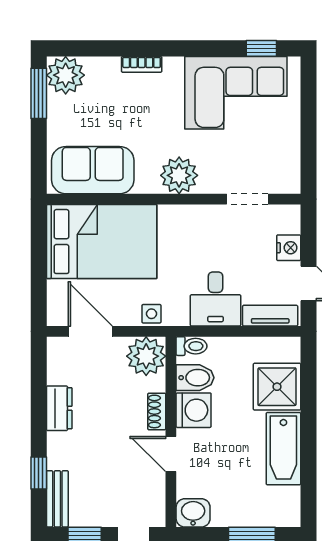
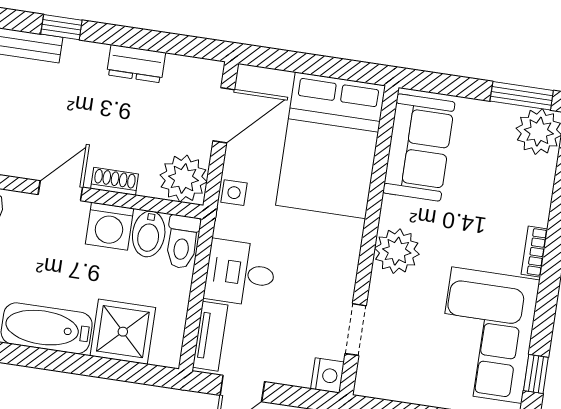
bookcase: (142, 64) -> (534, 252), moved
nightstand: (289, 248) -> (327, 375), moved, turned -90
toilet: (192, 346) -> (182, 242), width x1.37, depth x1.39

